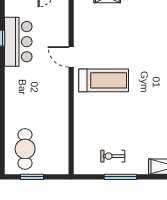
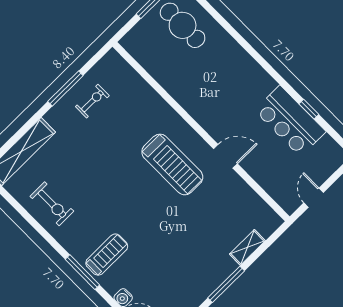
treadmill: (104, 80) -> (172, 164), turned -90

